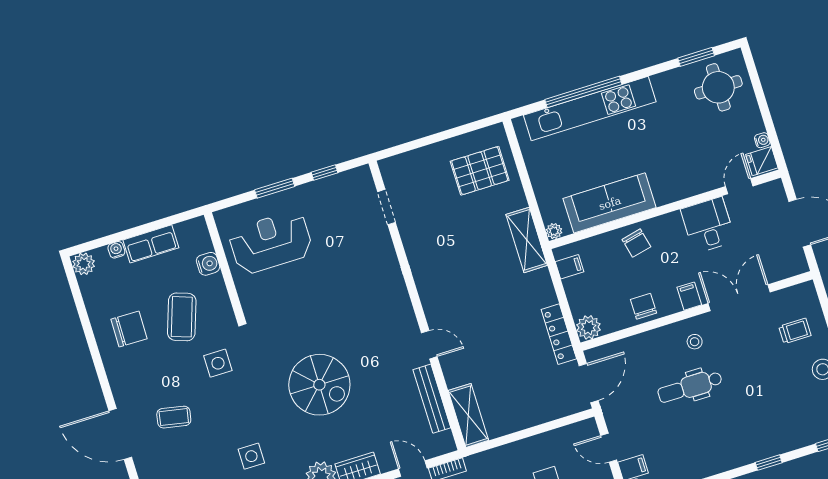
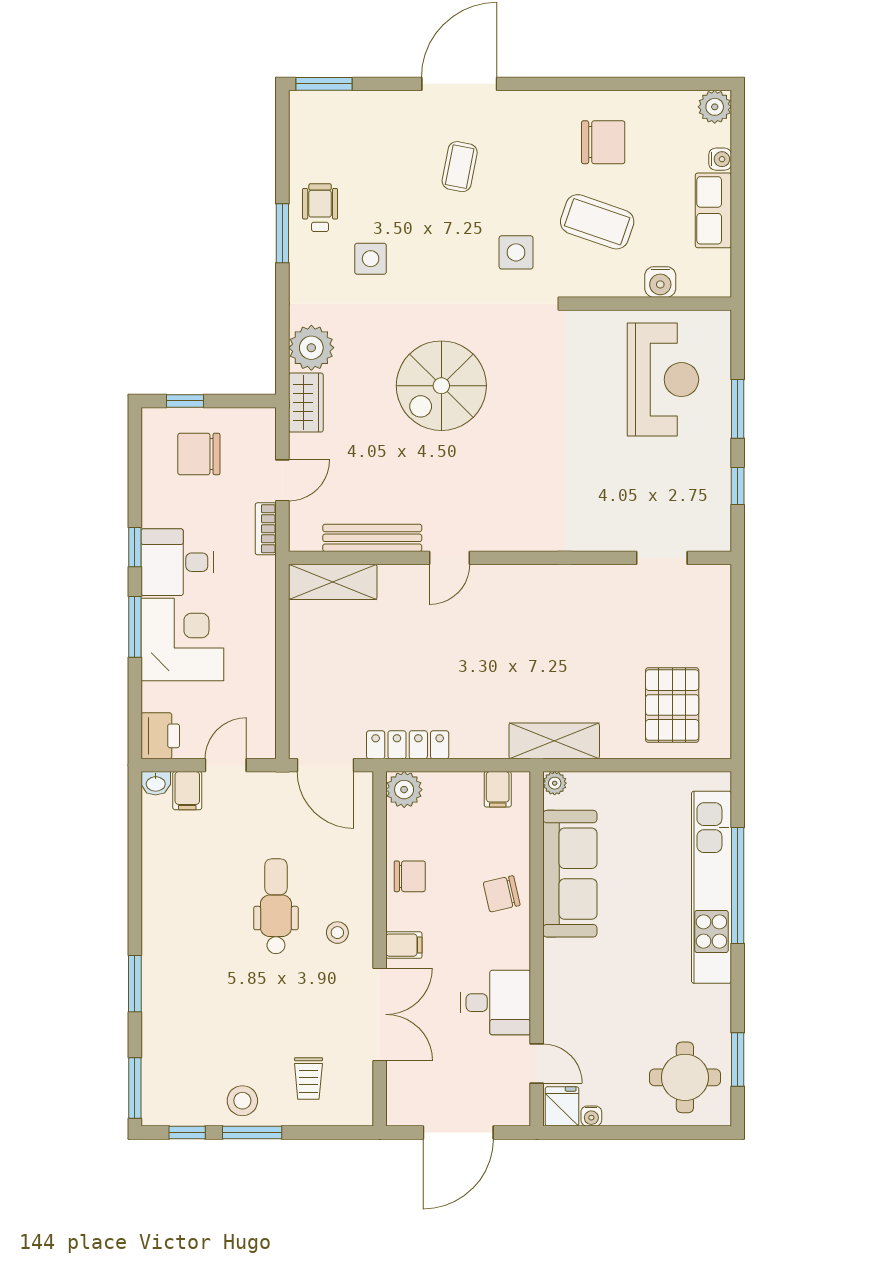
chair: (129, 329) -> (603, 142), turned -91
window: (769, 463) -> (135, 984), width x1.50

